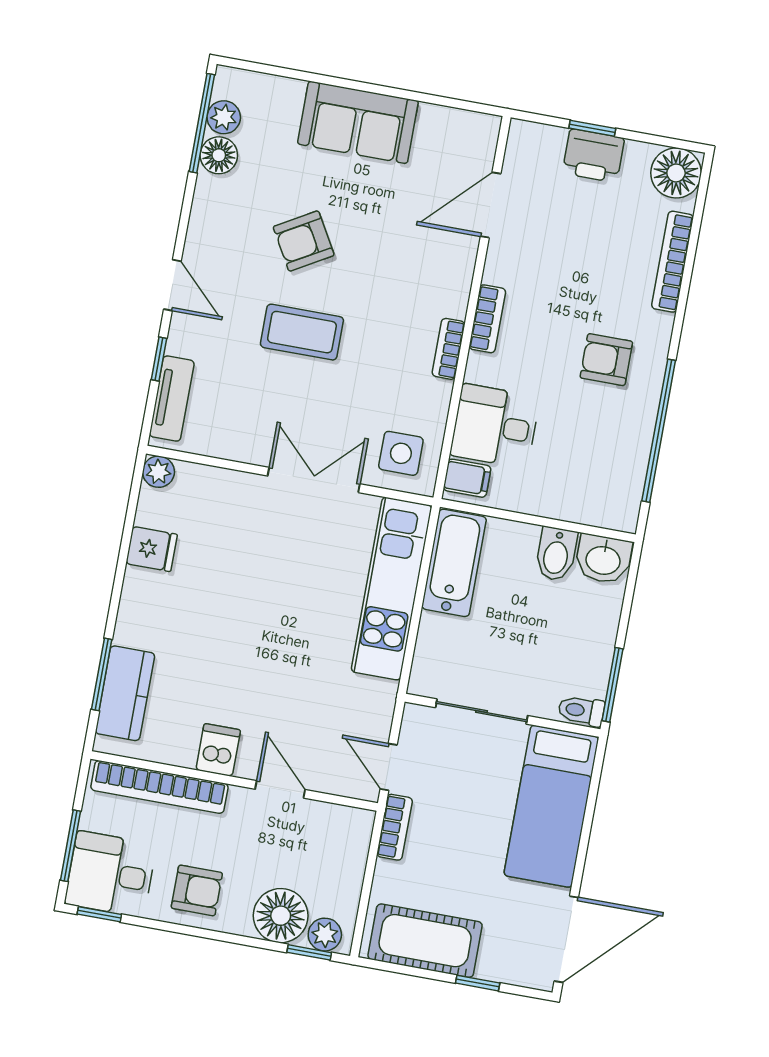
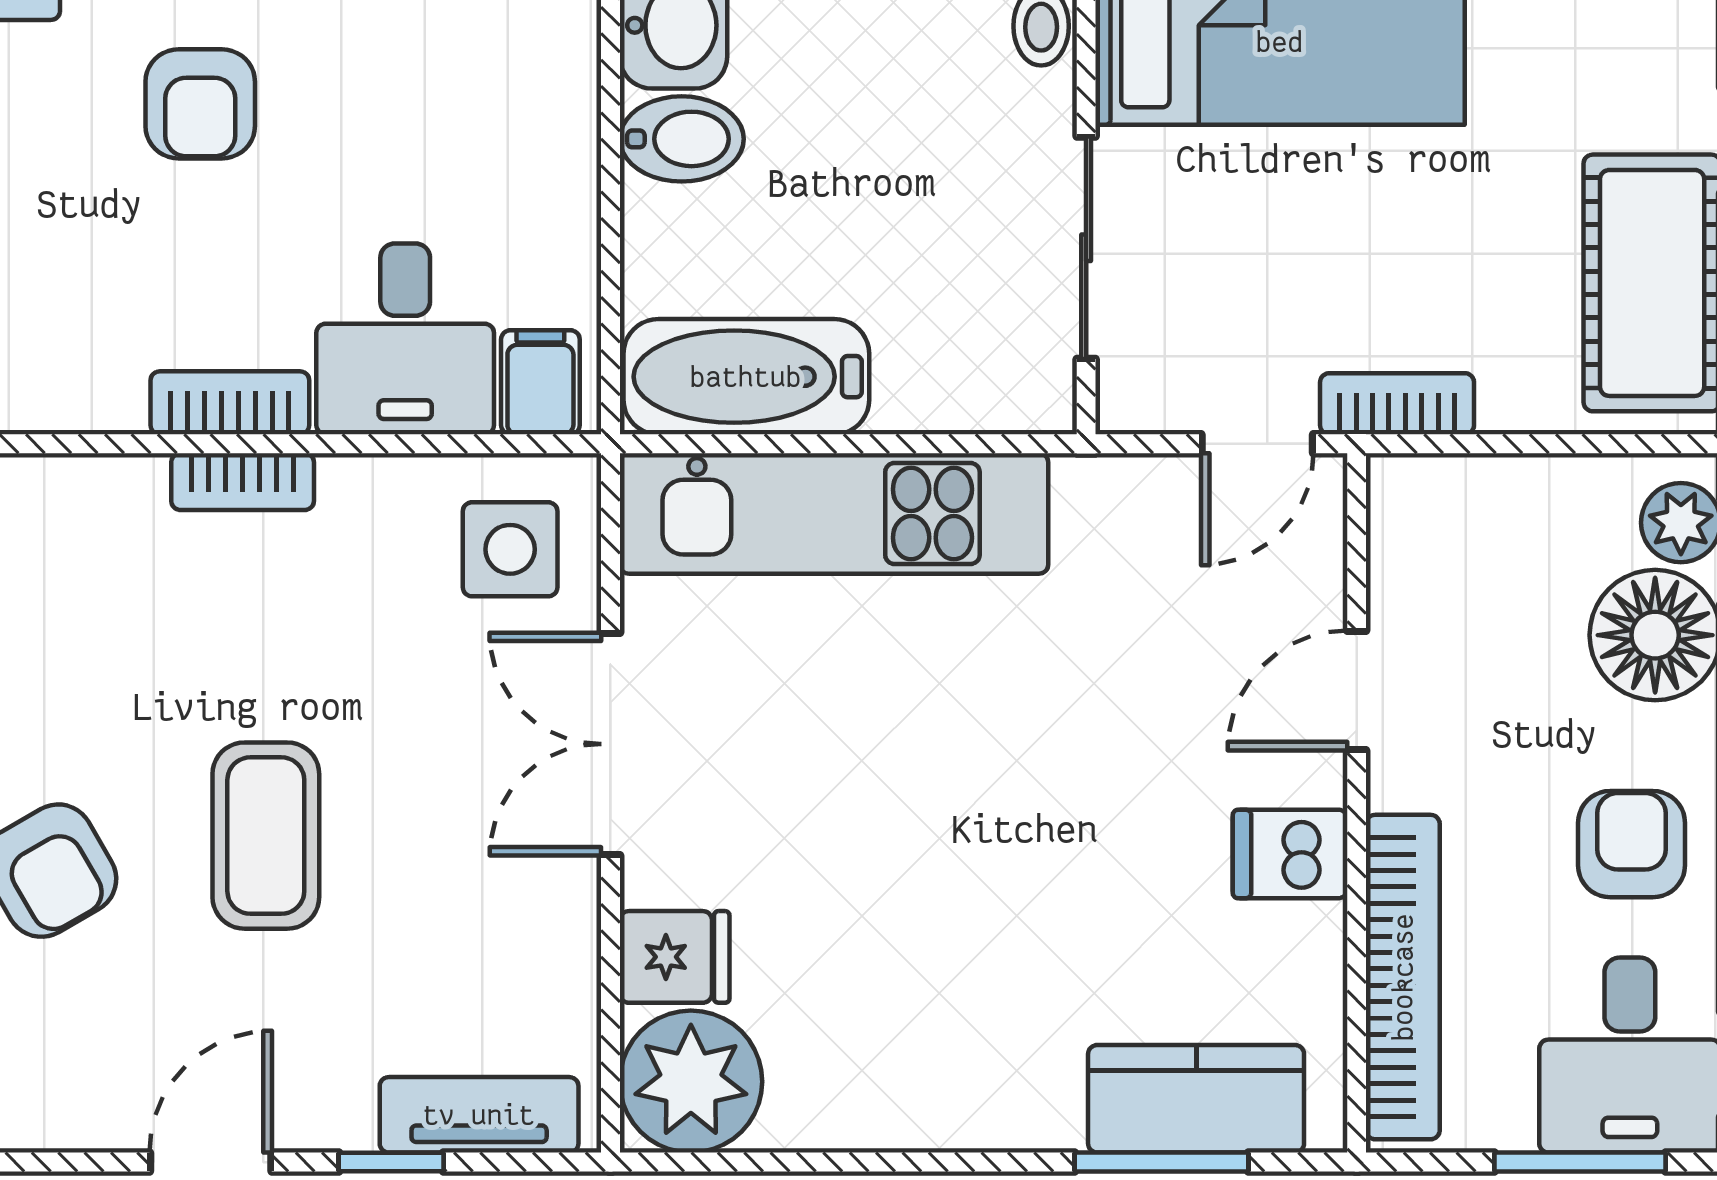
bookcase: (487, 319) -> (230, 403), moved
plant: (158, 472) -> (691, 1082), width x1.87, depth x1.87
fridge: (152, 549) -> (675, 957), moved, turned 90

